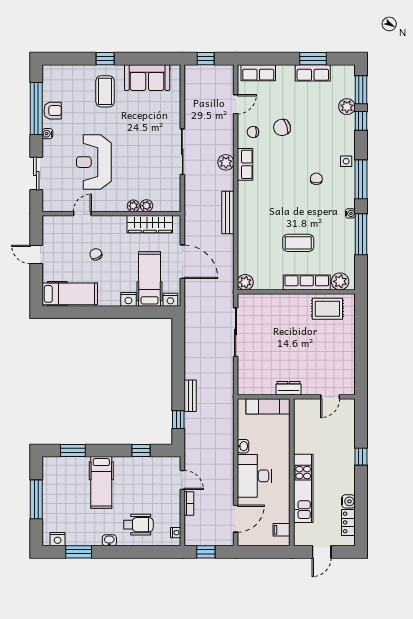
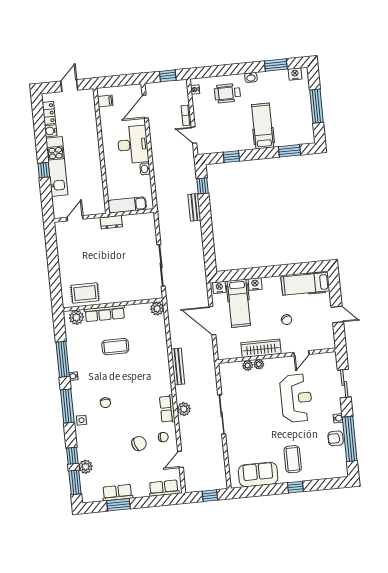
wardrobe: (150, 224) -> (261, 348), moved
kitchen unit: (303, 488) -> (57, 167), moved, turned 180

